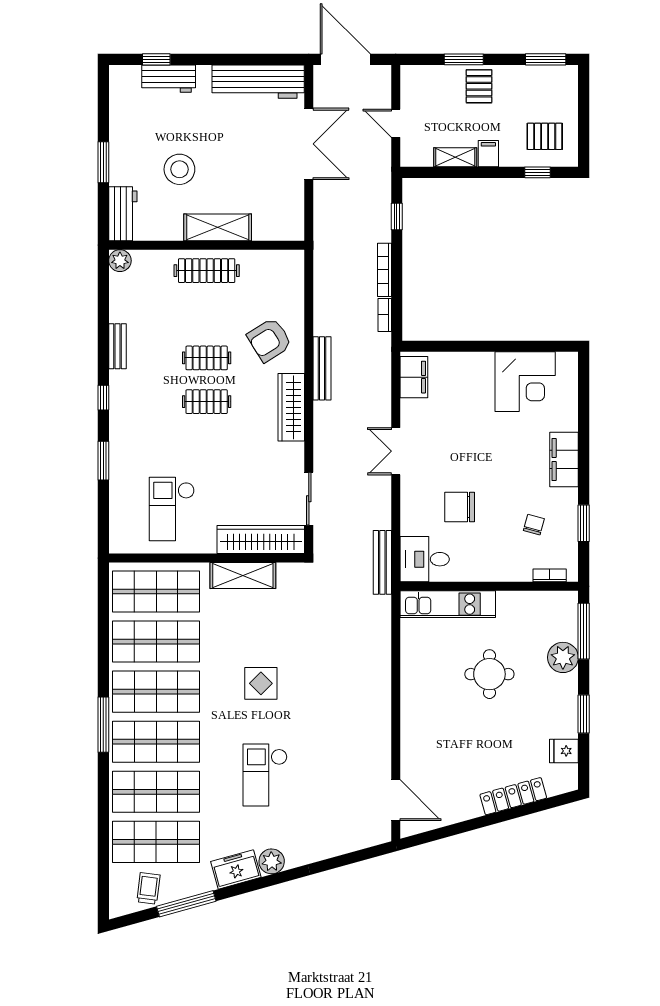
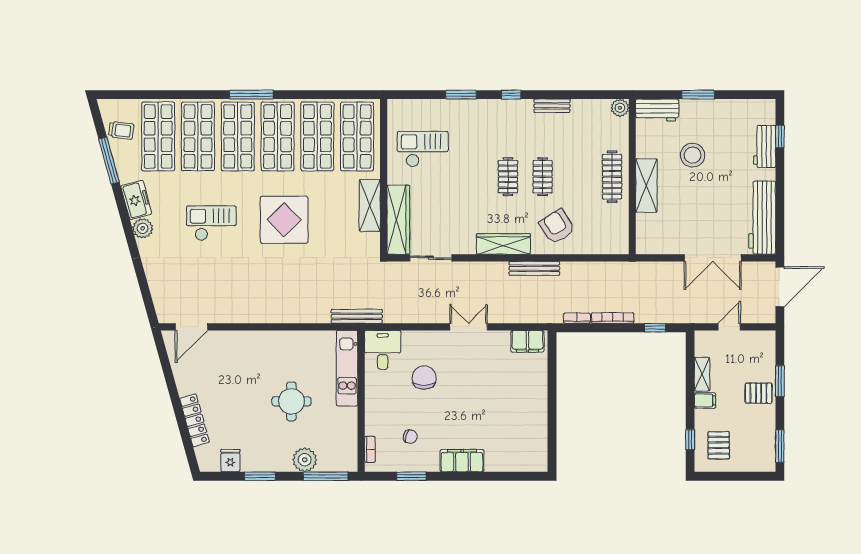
corner desk: (525, 382) -> (524, 430), removed
bench: (382, 562) -> (357, 316), moved
display table: (261, 683) -> (284, 220), width x1.86, depth x1.86

